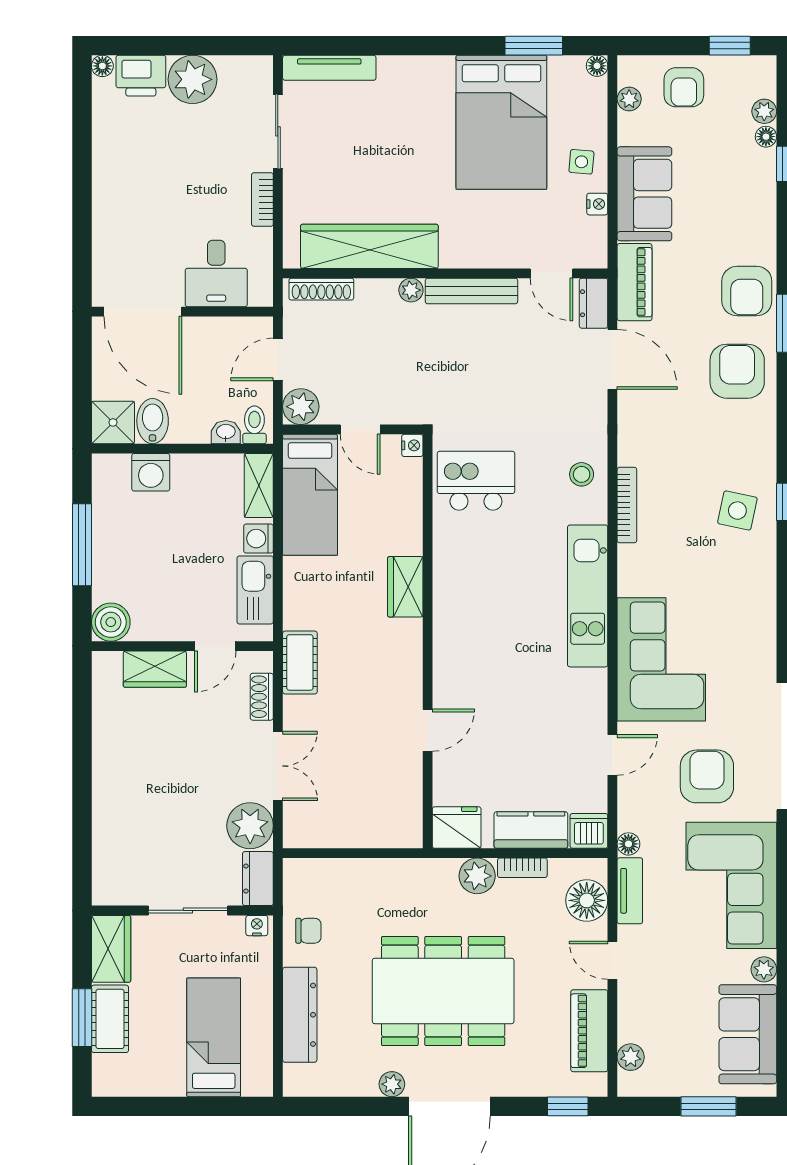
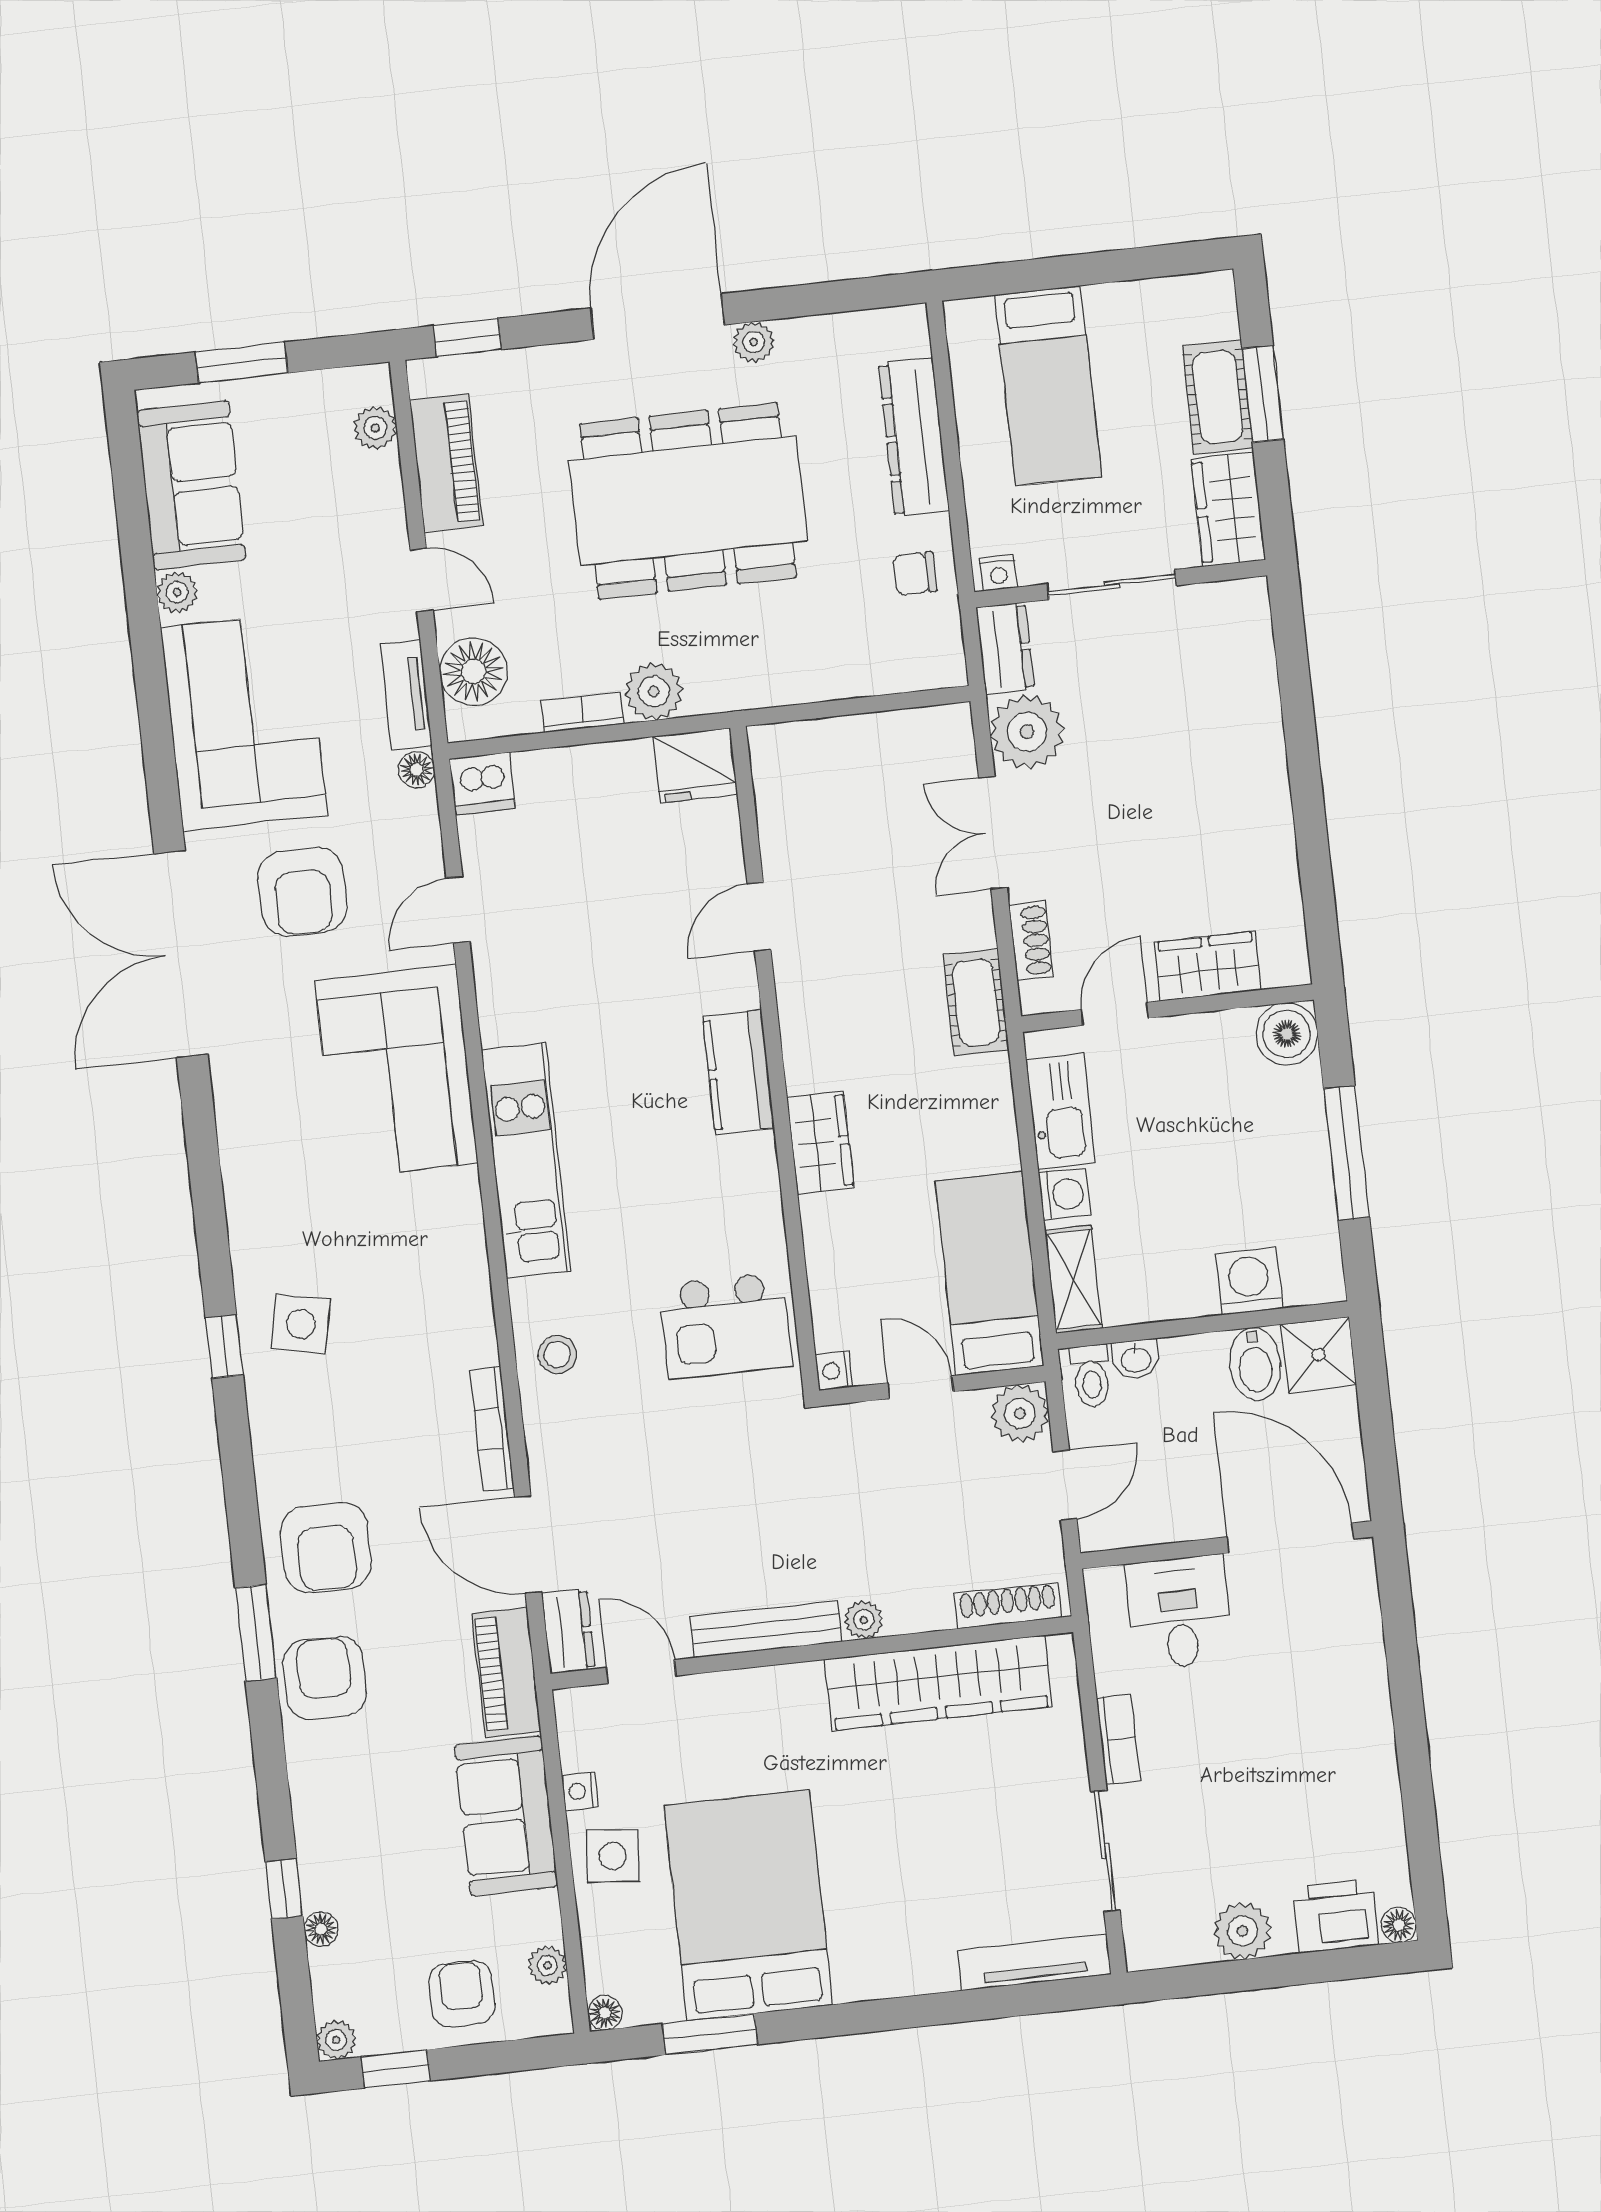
plant: (193, 79) -> (1242, 1931), width x0.73, depth x0.73
plant: (764, 111) -> (336, 2040), moved
side table: (581, 162) -> (613, 1856), width x1.37, depth x1.37
bookcase: (627, 505) -> (492, 1429), moved
kitchen counter: (531, 830) -> (739, 1072), moved, turned 90

